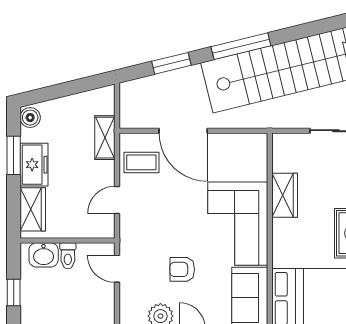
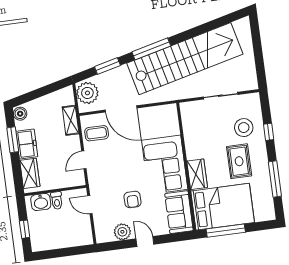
plant: (136, 100) -> (87, 93), added
wardrobe: (285, 195) -> (197, 174), moved
armchair: (182, 269) -> (133, 199), turned -90

